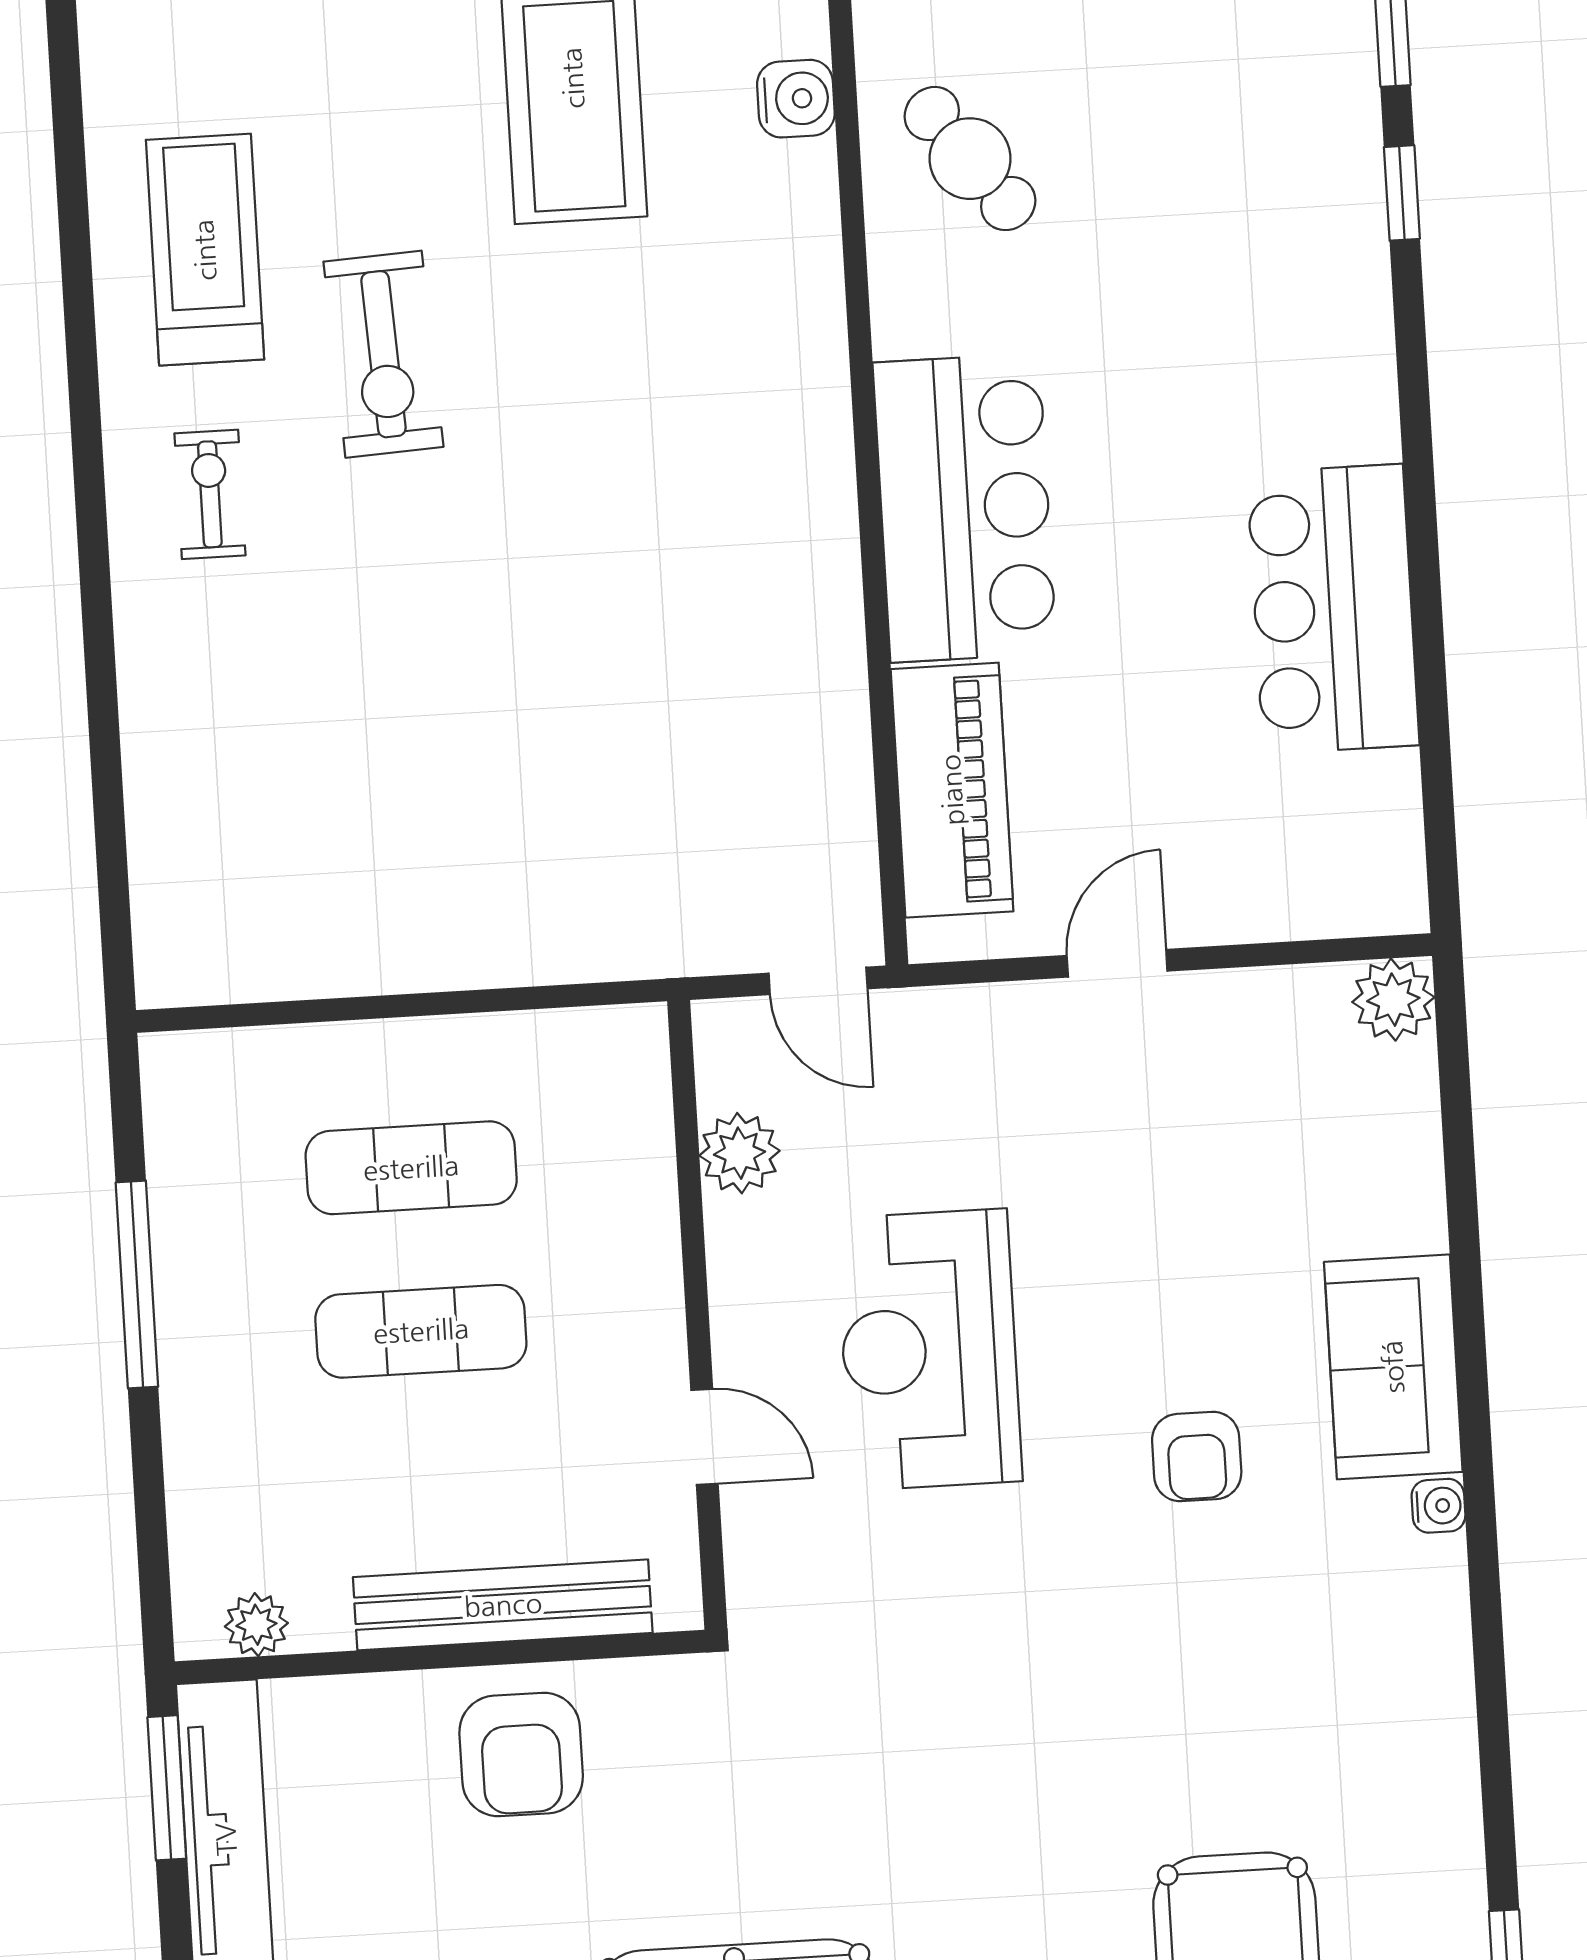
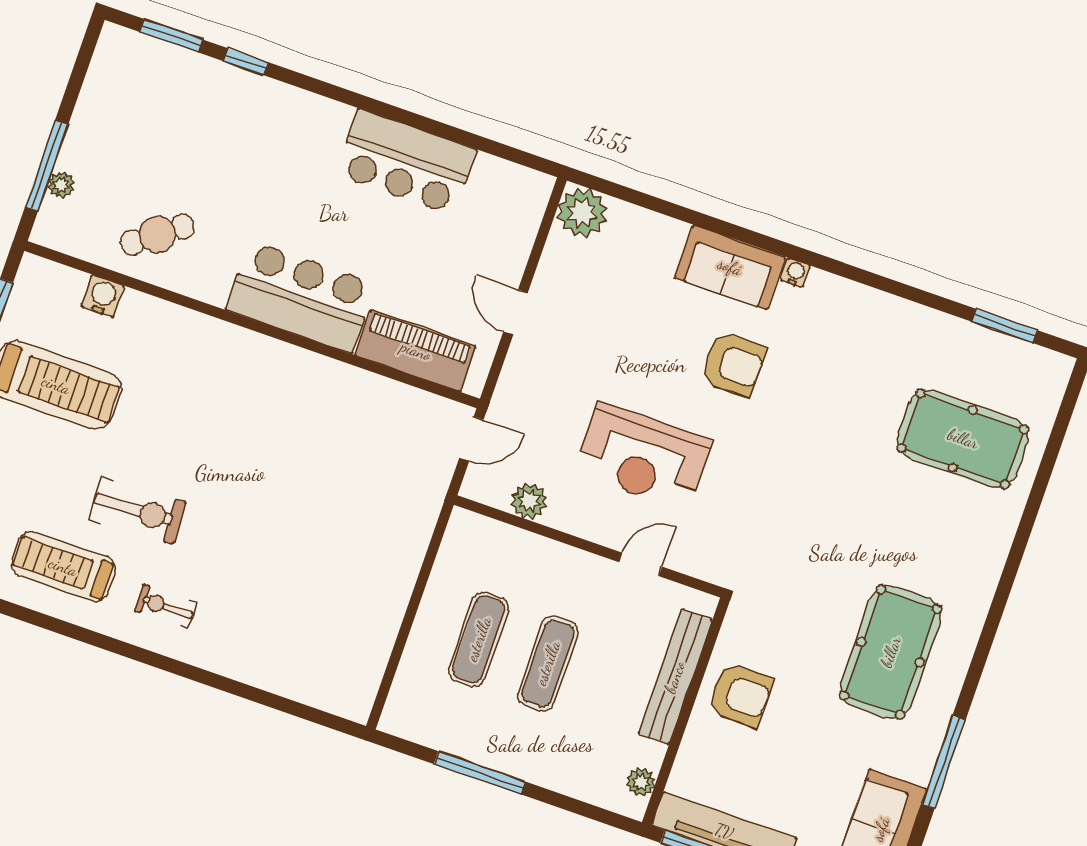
plant: (1393, 1000) -> (582, 213), width x1.36, depth x1.36
armchair: (1197, 1457) -> (733, 364), width x1.38, depth x1.38

